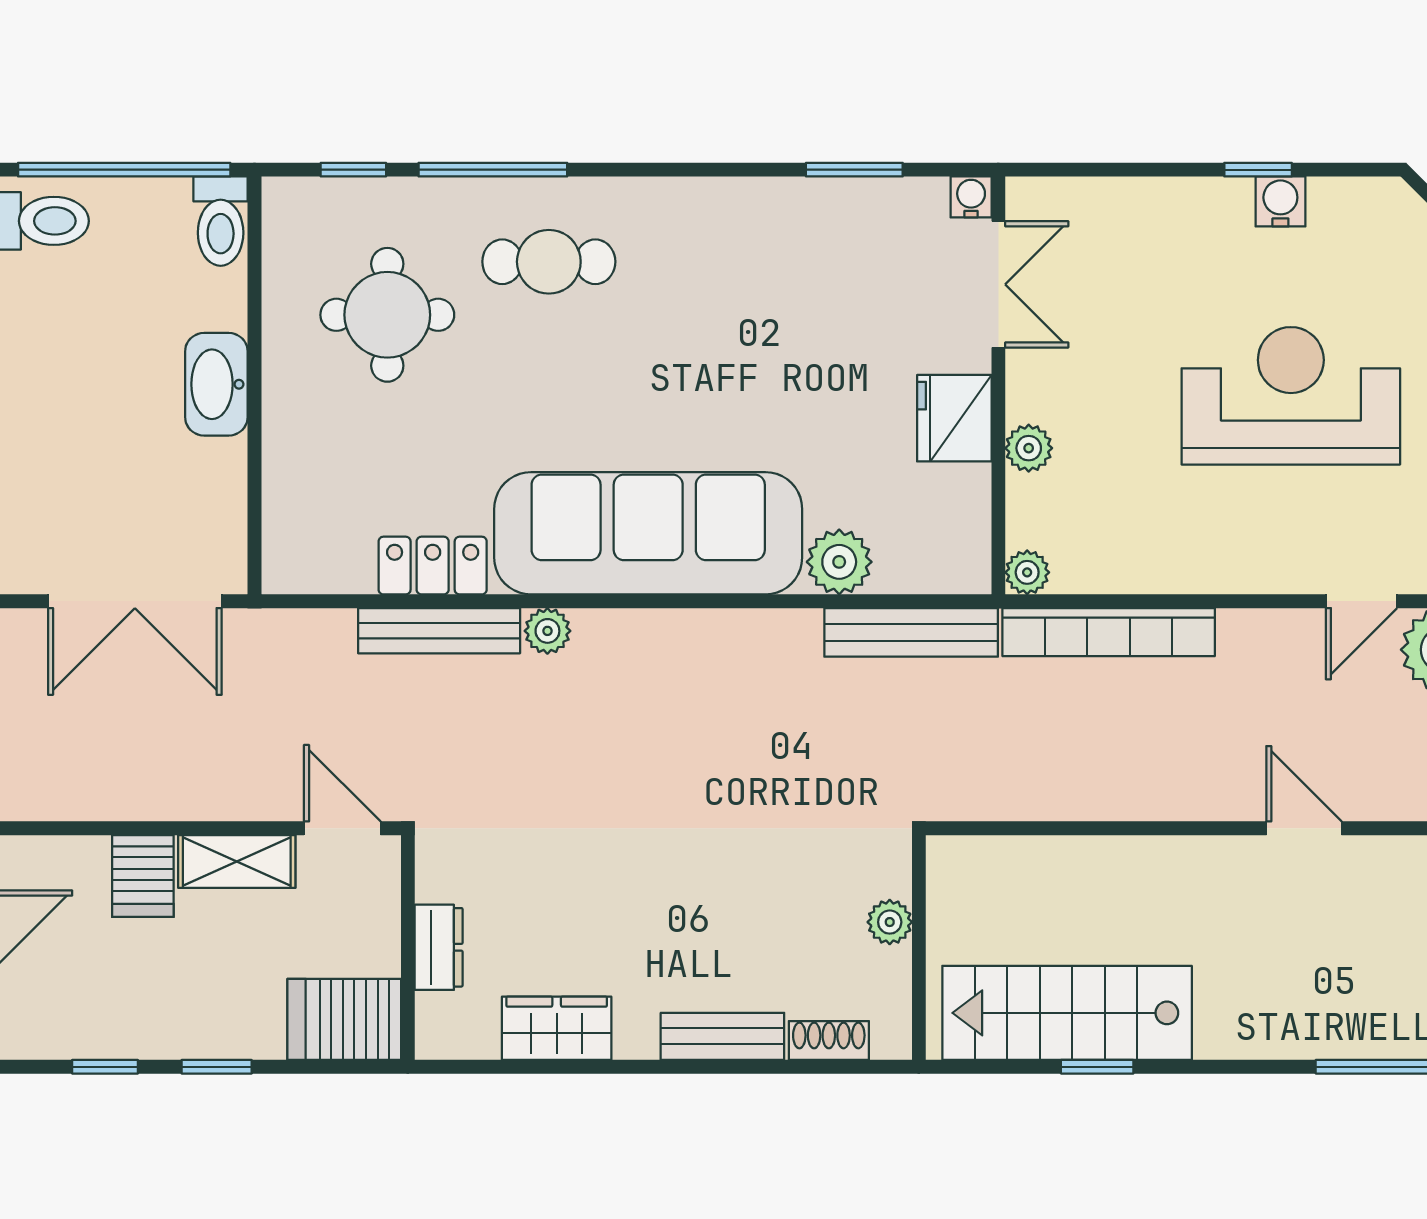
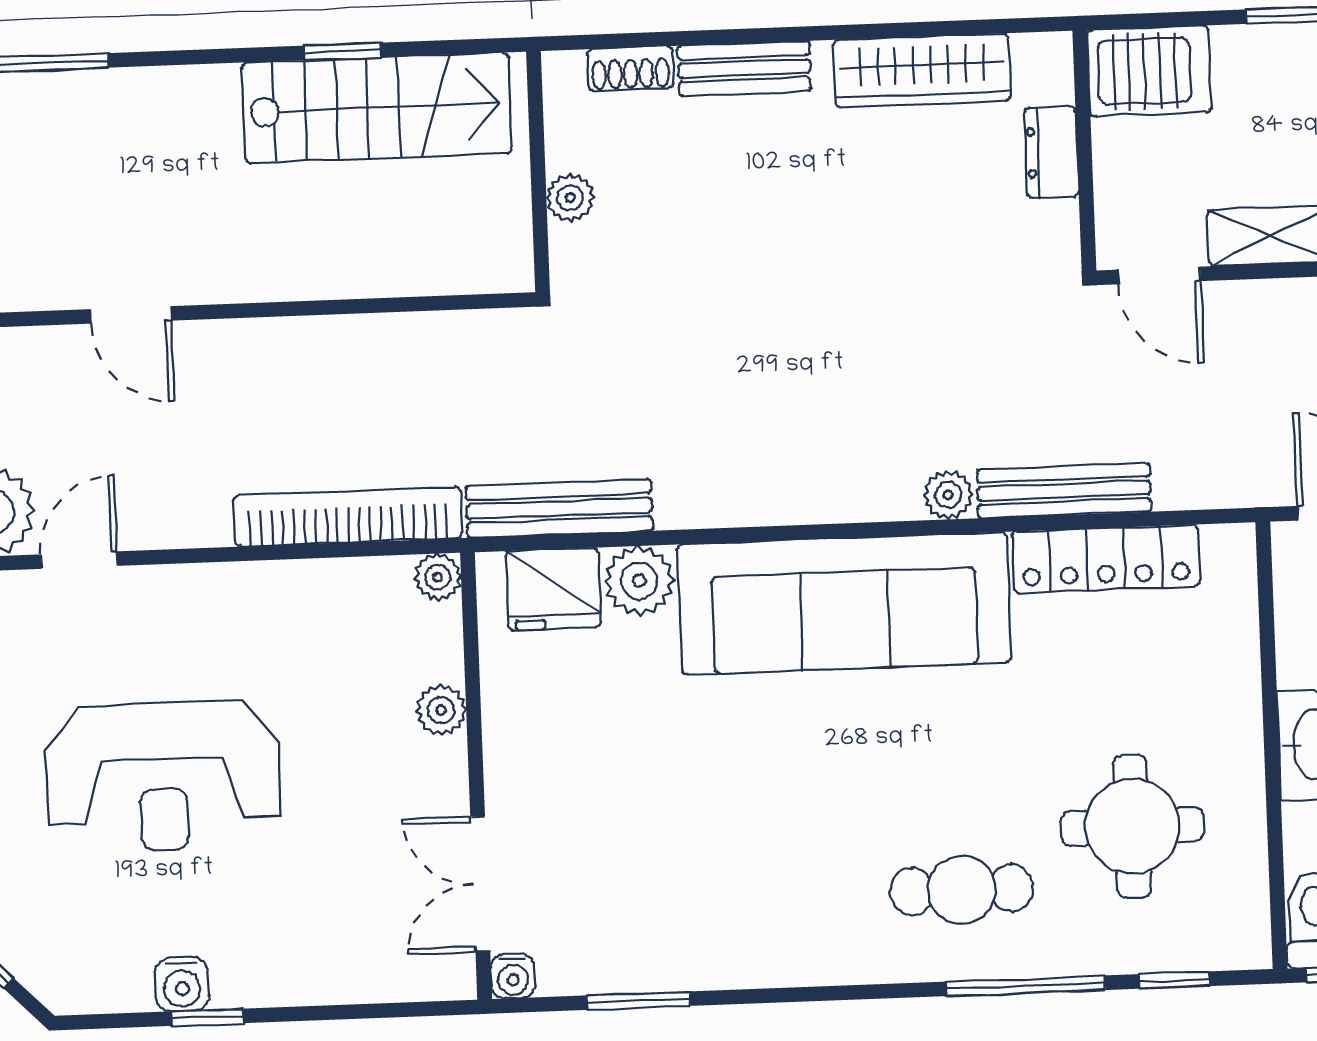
fridge: (954, 418) -> (553, 589), moved, turned 90
locker: (433, 566) -> (1106, 559), width x1.53
wardrobe: (557, 1028) -> (922, 70), width x1.50

